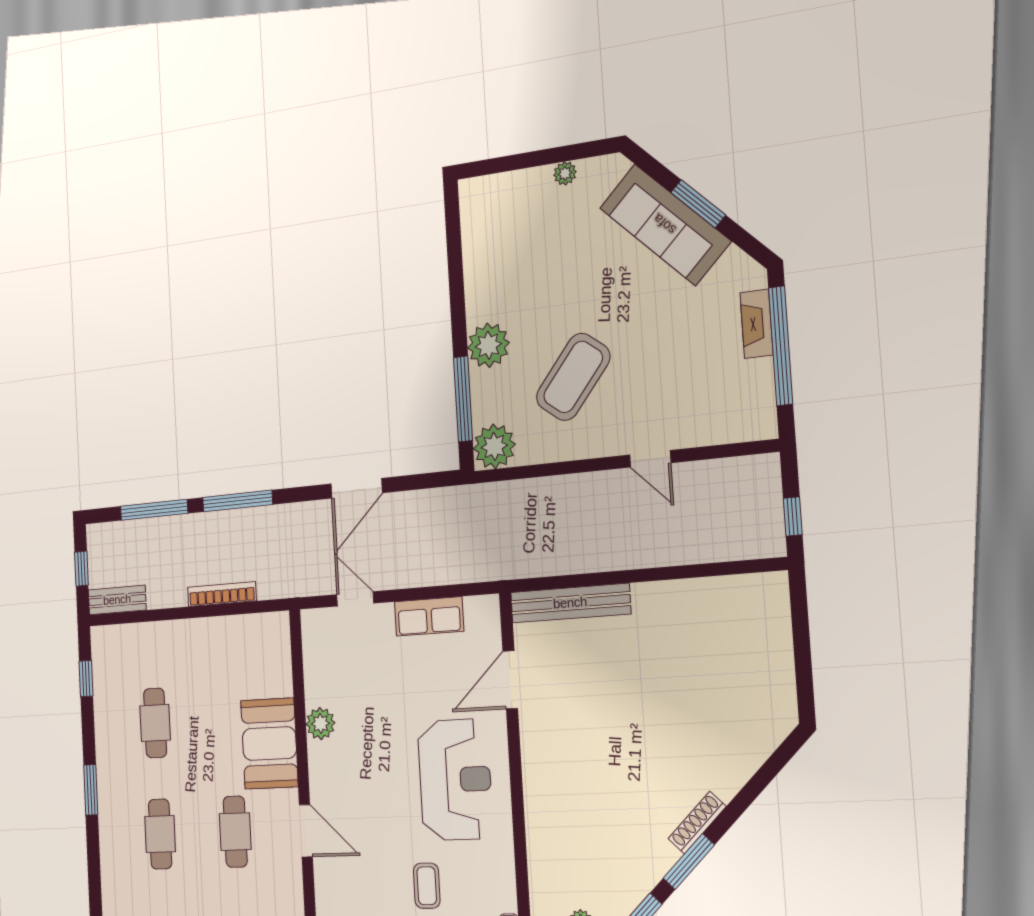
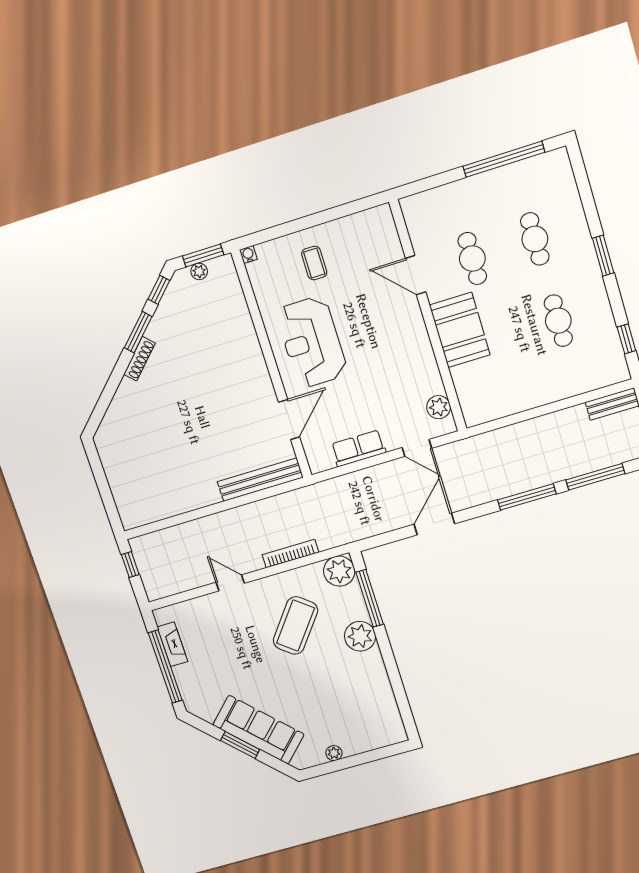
fireplace: (756, 324) -> (172, 644), moved
bookcase: (222, 594) -> (290, 553), moved, turned 180
plant: (321, 724) -> (439, 407), moved

